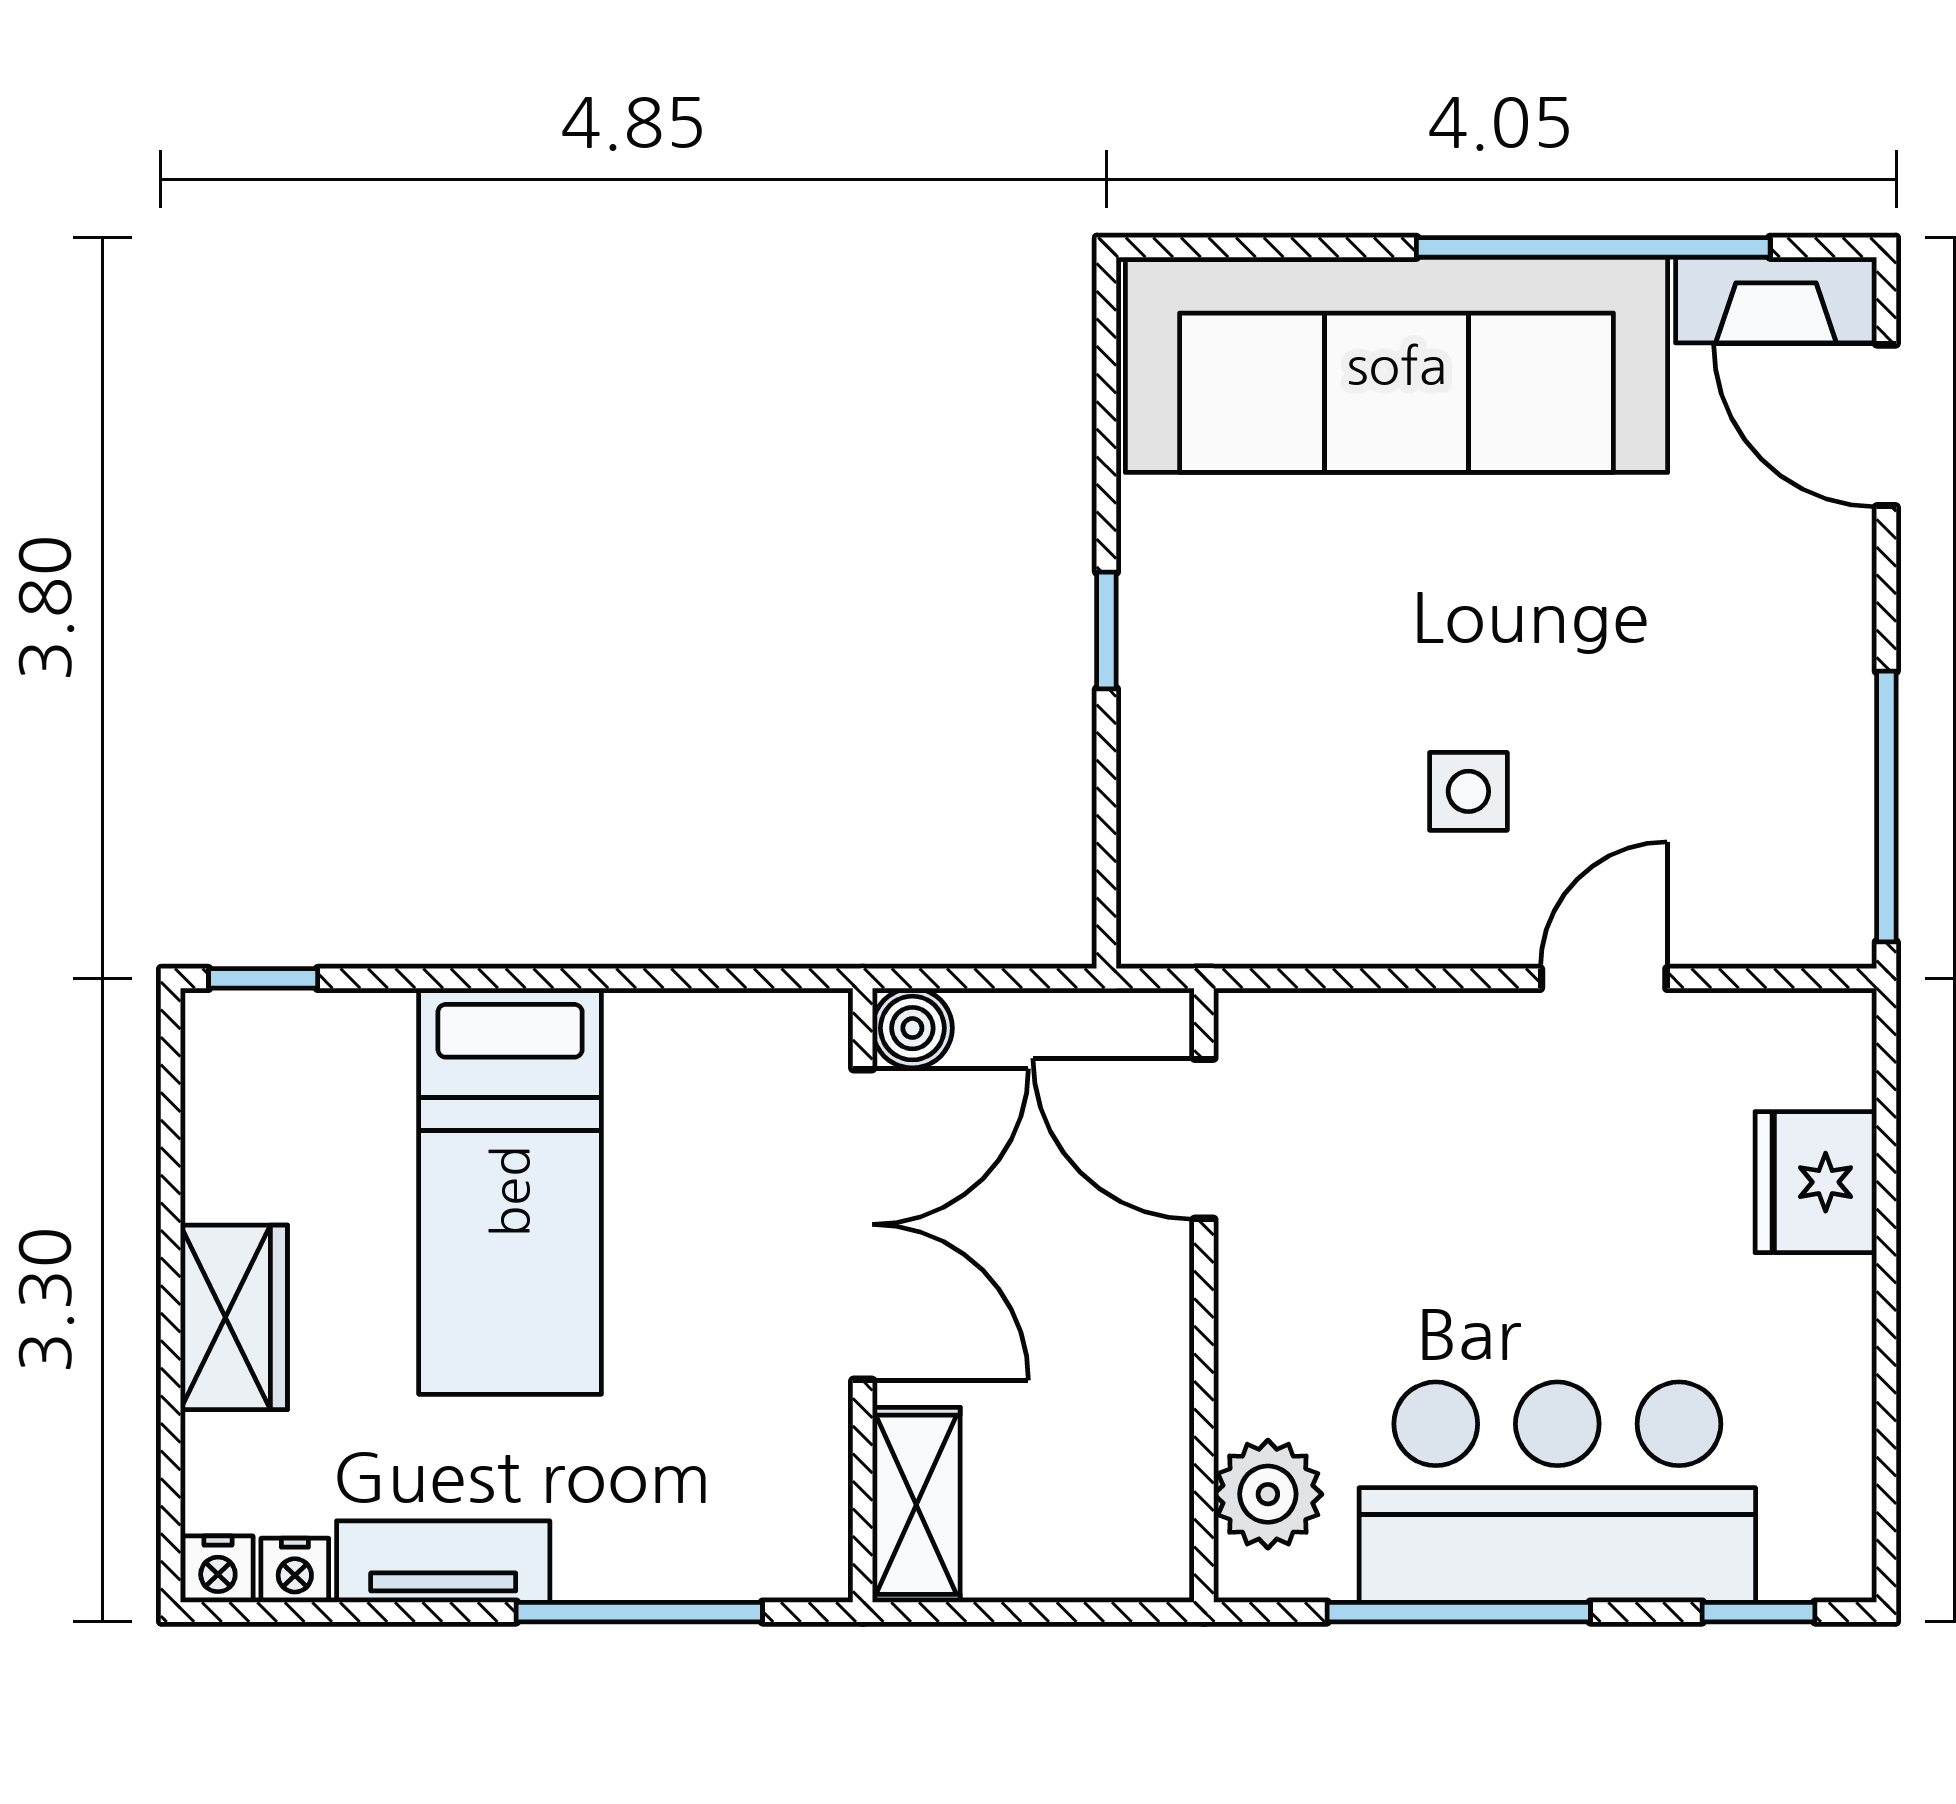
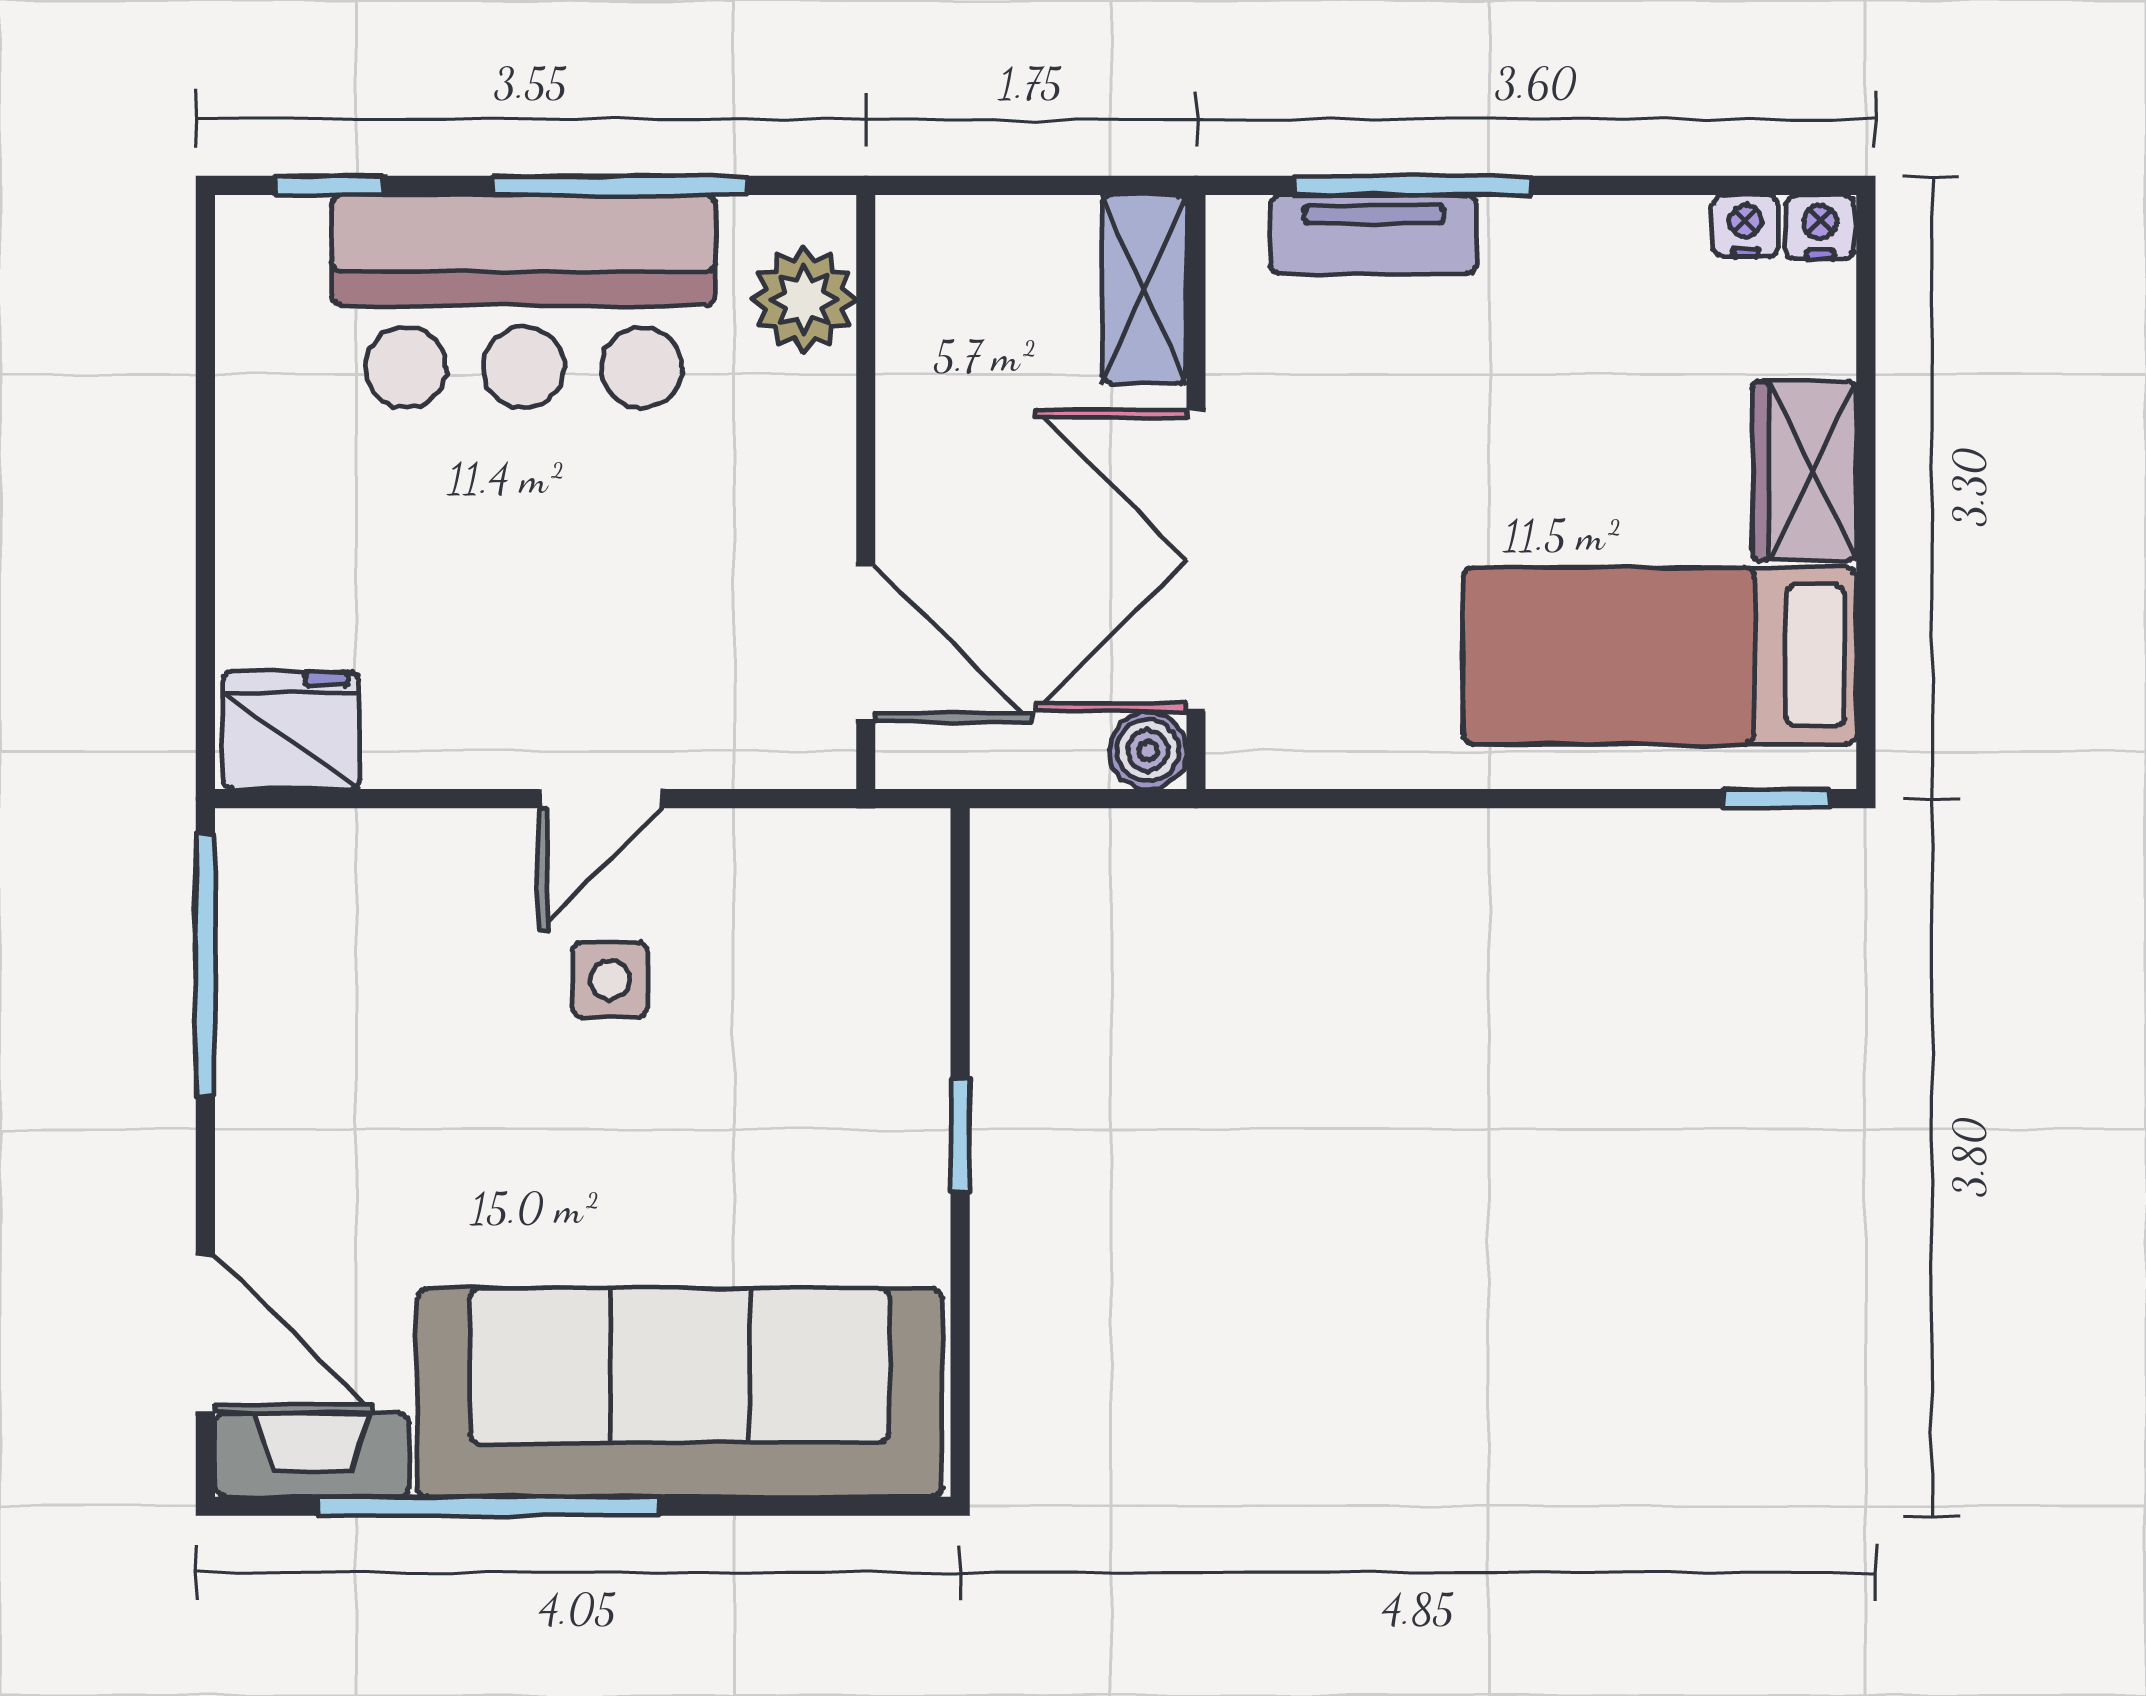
door: (1604, 978) -> (600, 799), moved
fridge: (1816, 1182) -> (291, 730), moved, turned -90
bed: (510, 1191) -> (1660, 656), moved, turned -90
tv unit: (443, 1562) -> (1374, 234), moved

